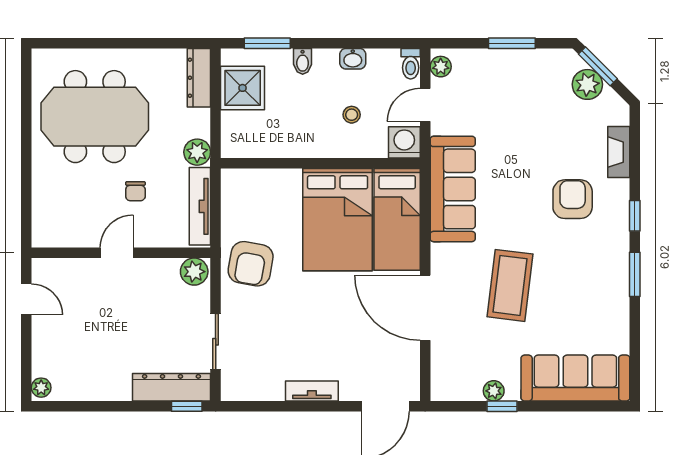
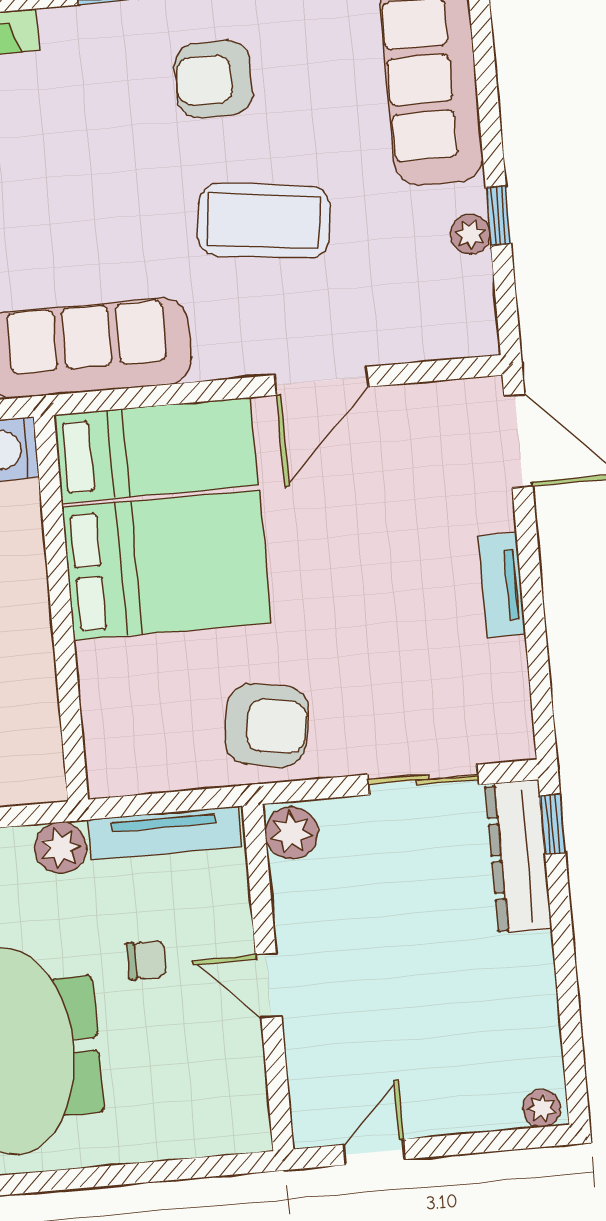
armchair: (573, 199) -> (213, 79), moved
door: (425, 308) -> (322, 381), width x0.73

